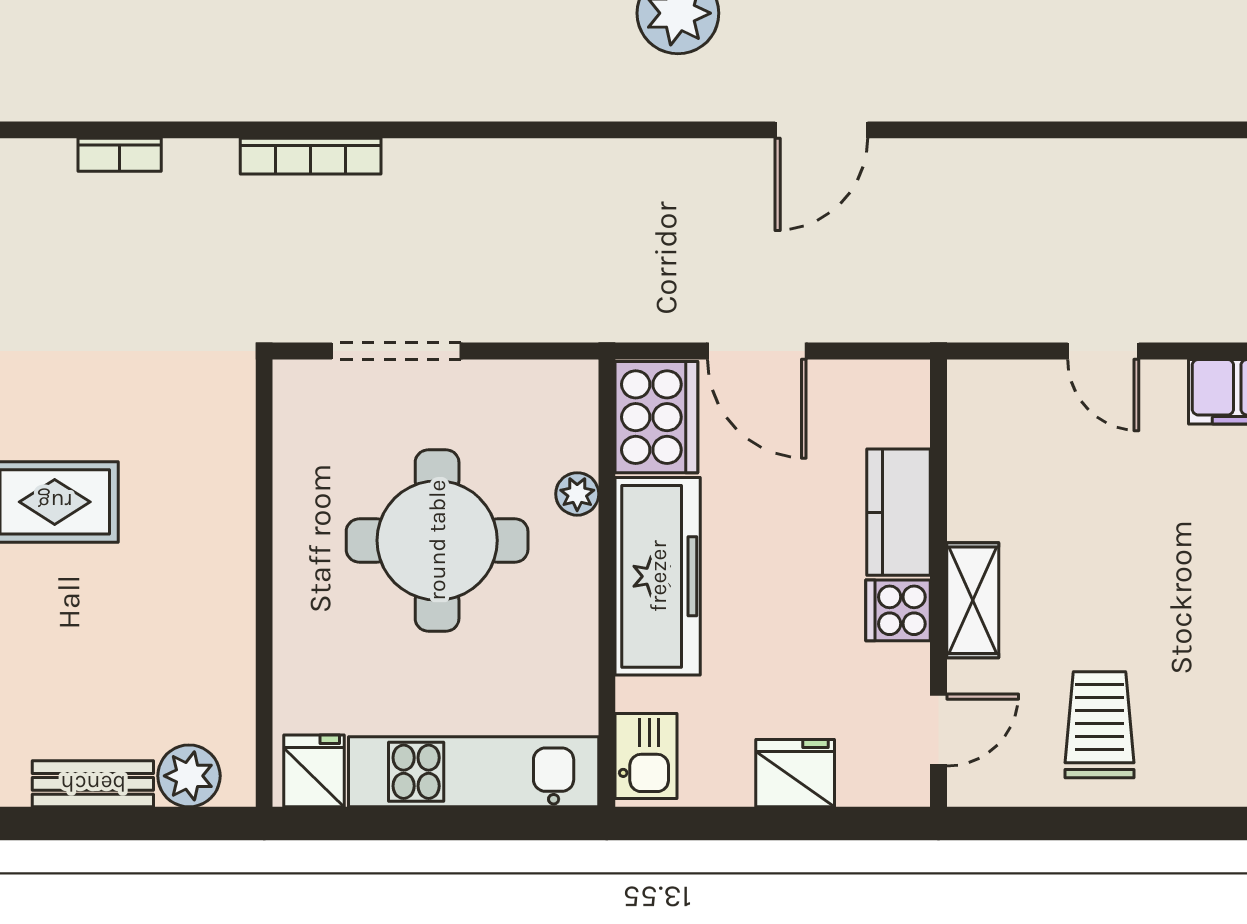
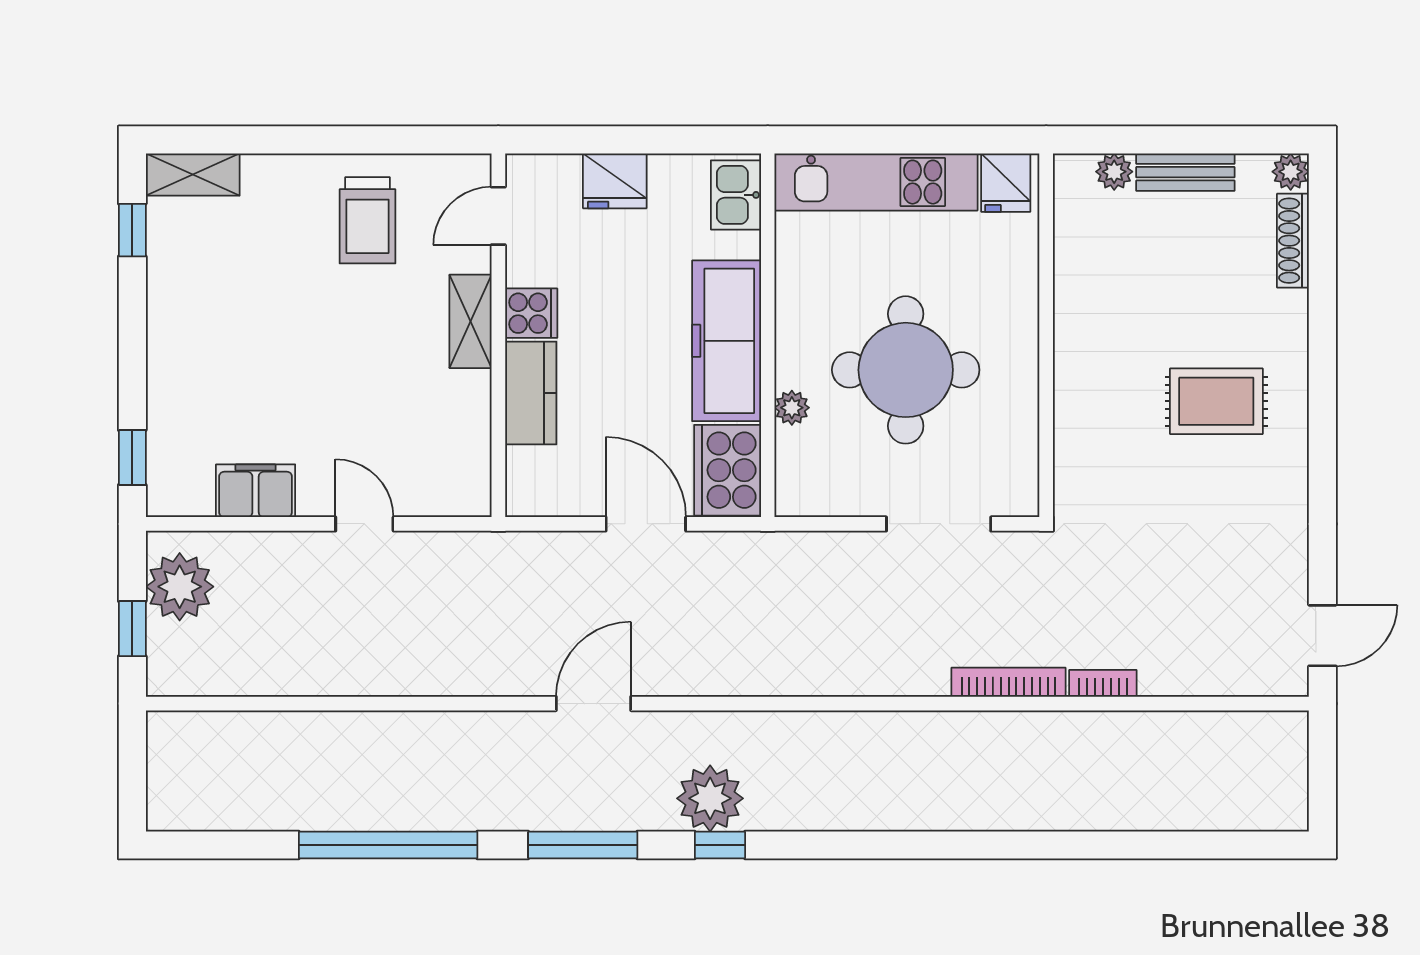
bookcase: (120, 155) -> (1103, 683), moved
plant: (189, 776) -> (1114, 172), width x0.73, depth x0.73

